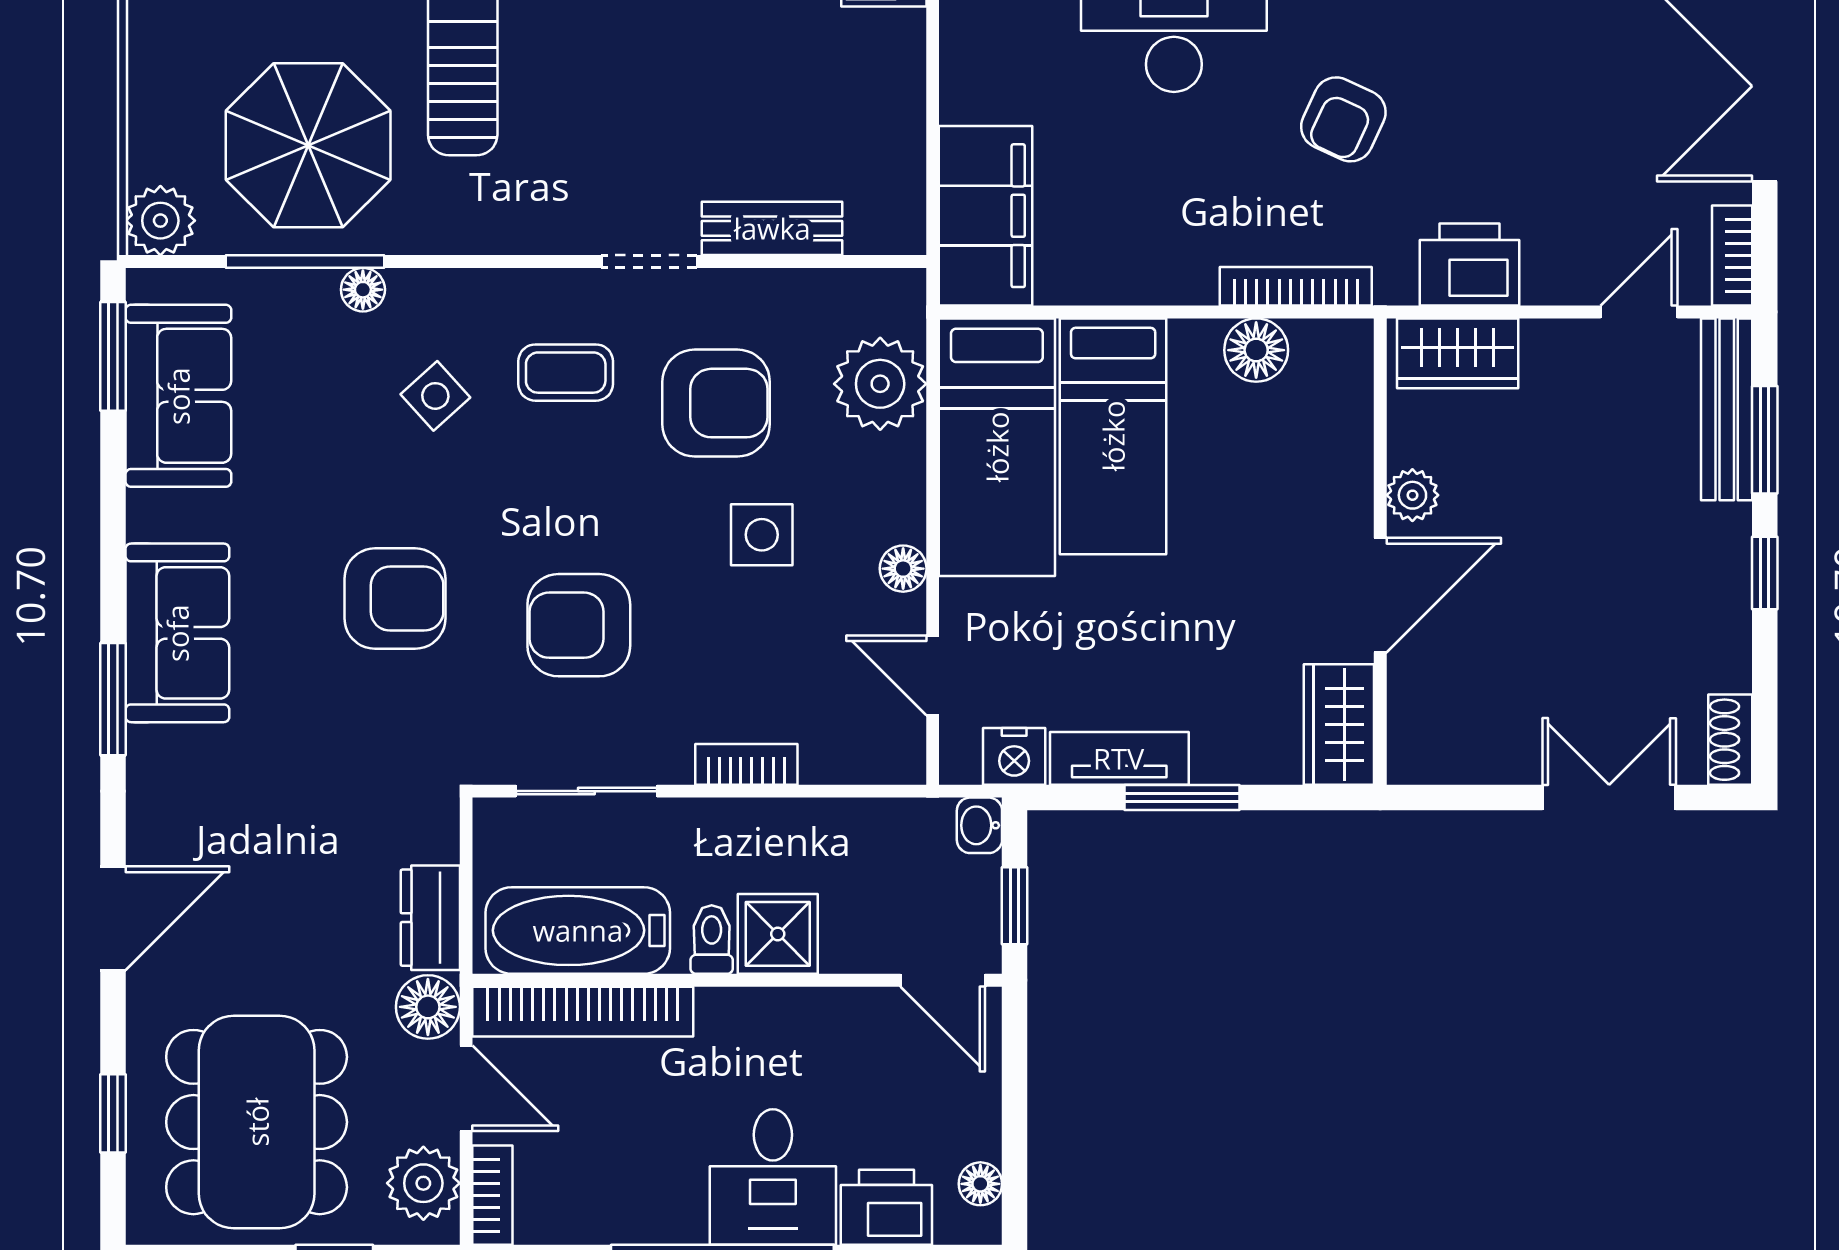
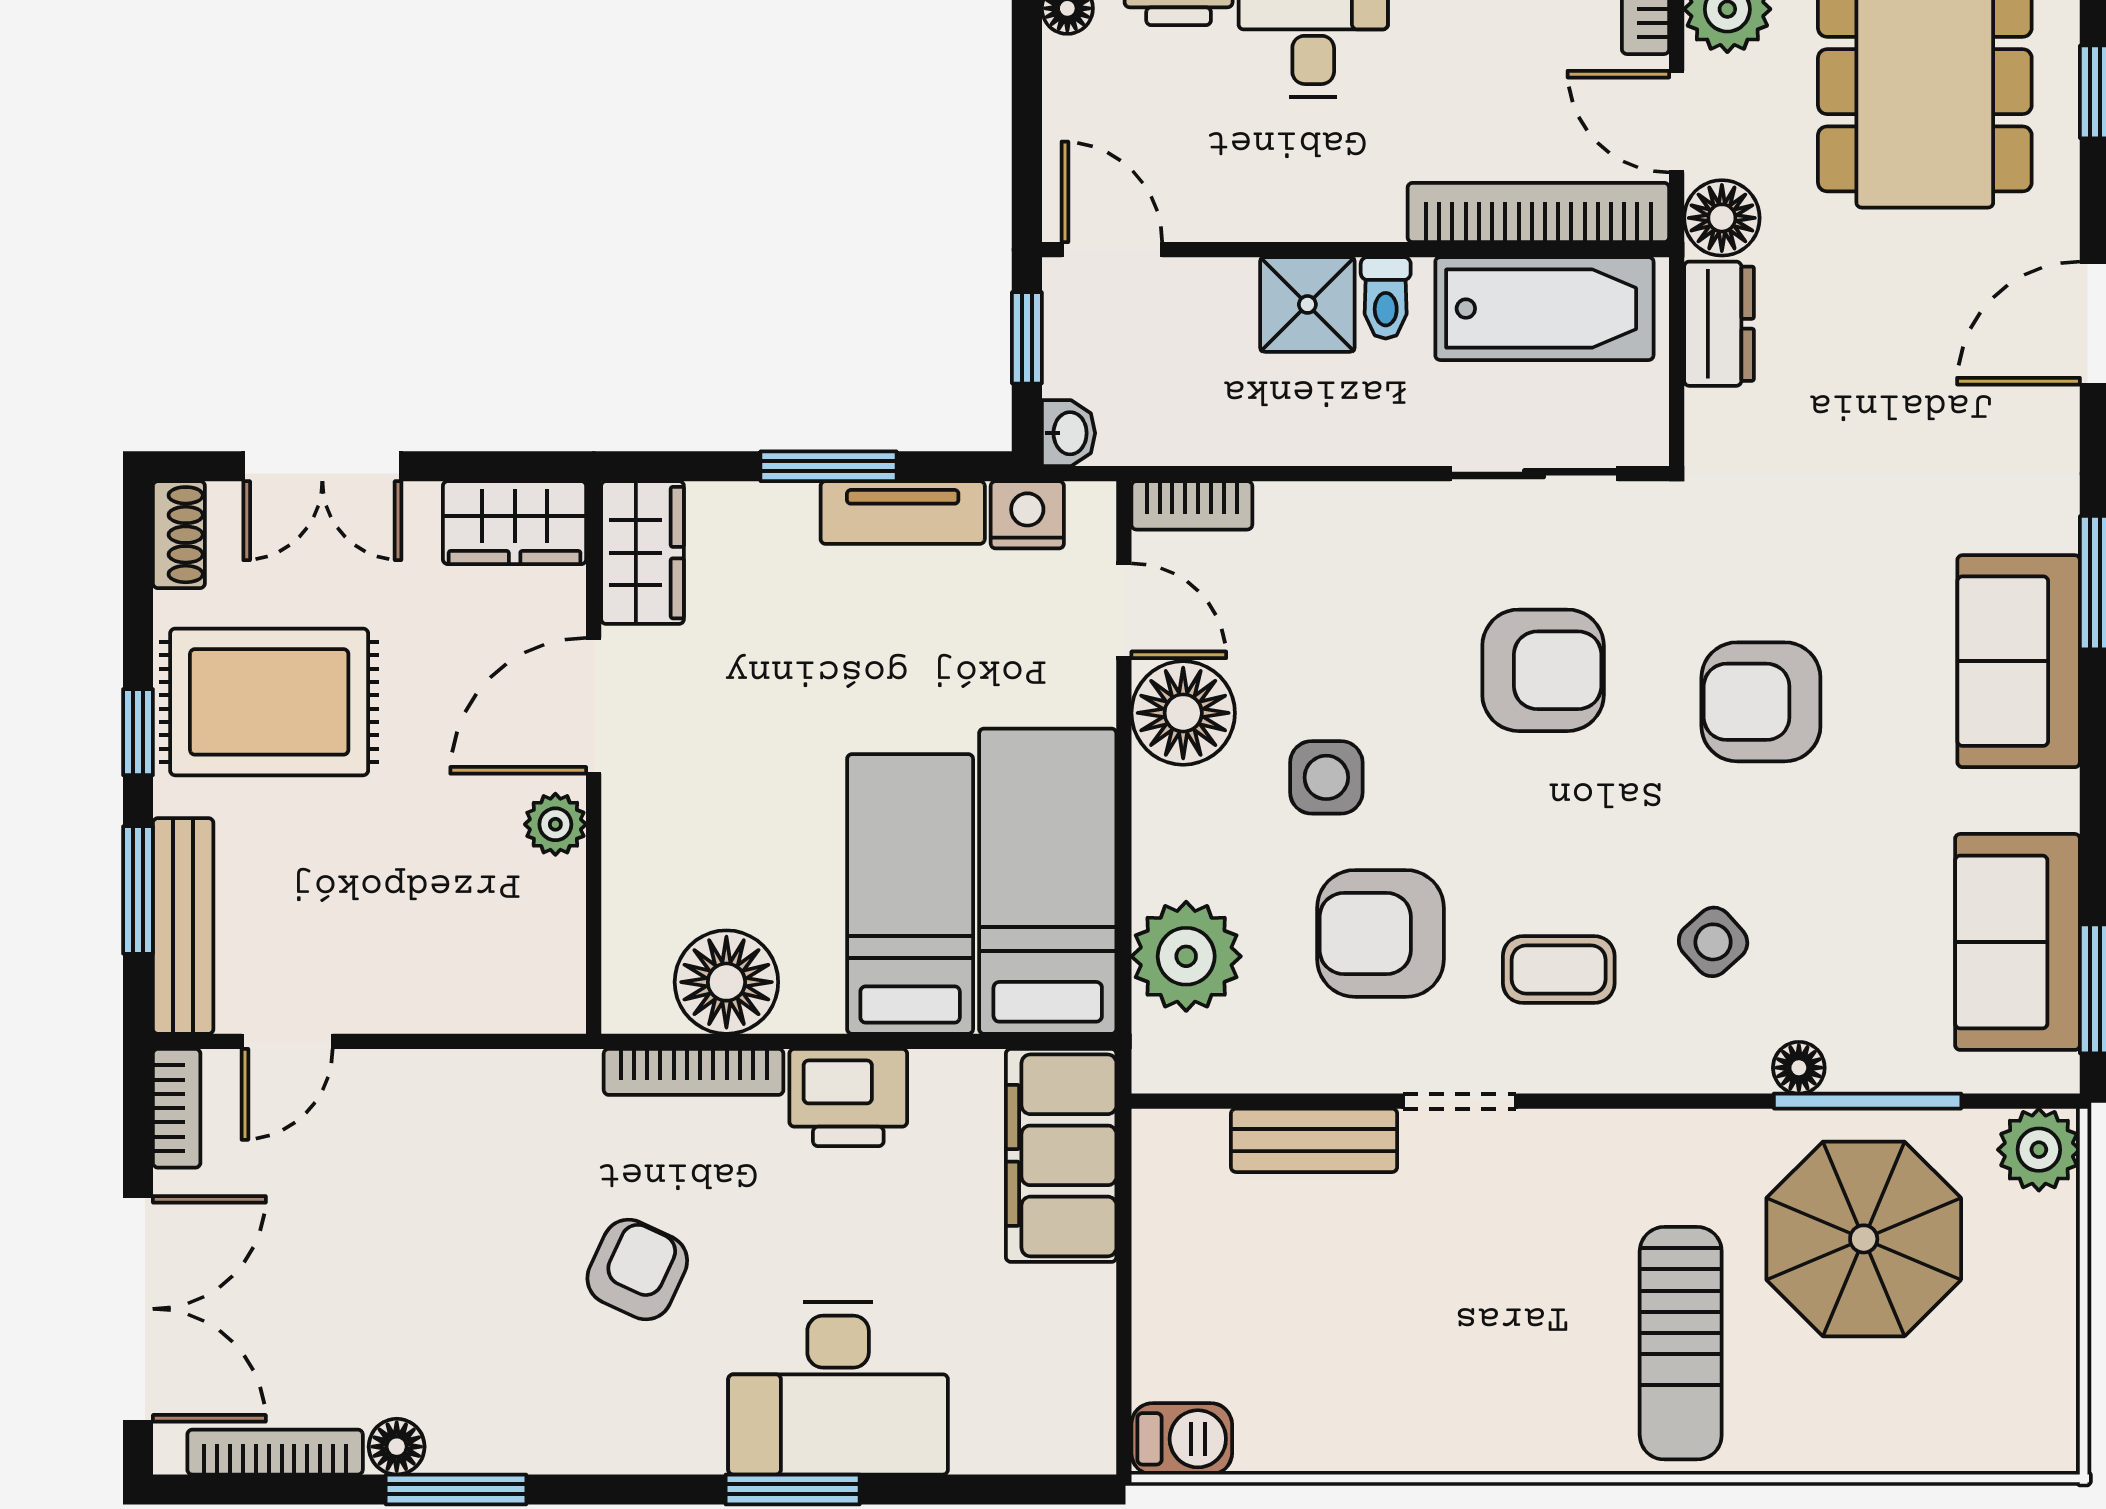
printer: (1470, 265) -> (848, 1097), moved
floor lamp: (1256, 350) -> (726, 982), width x1.38, depth x1.38
wardrobe: (1458, 353) -> (515, 523), moved, turned 180
floor lamp: (903, 569) -> (1183, 713), width x1.89, depth x1.89
rug: (1654, 598) -> (269, 702), added
bookcase: (746, 764) -> (1192, 505), moved

